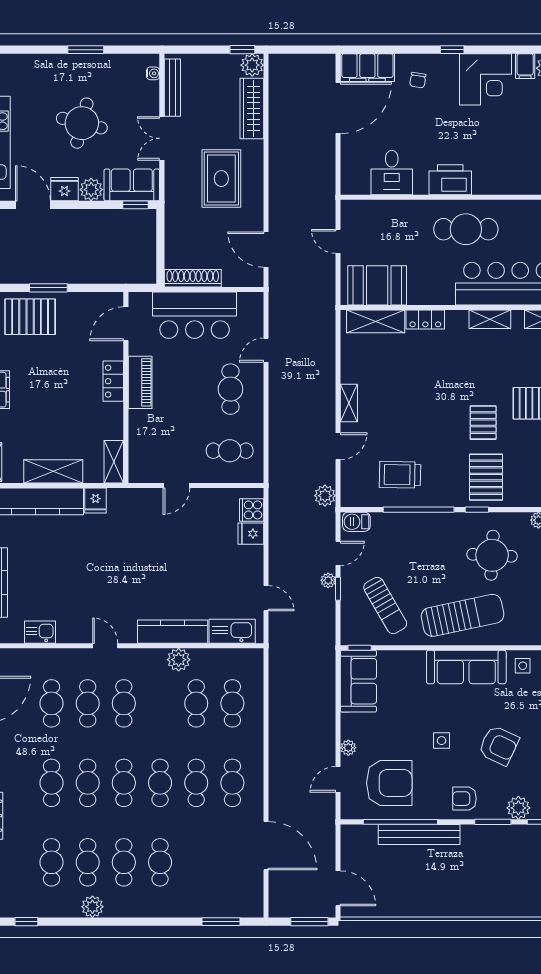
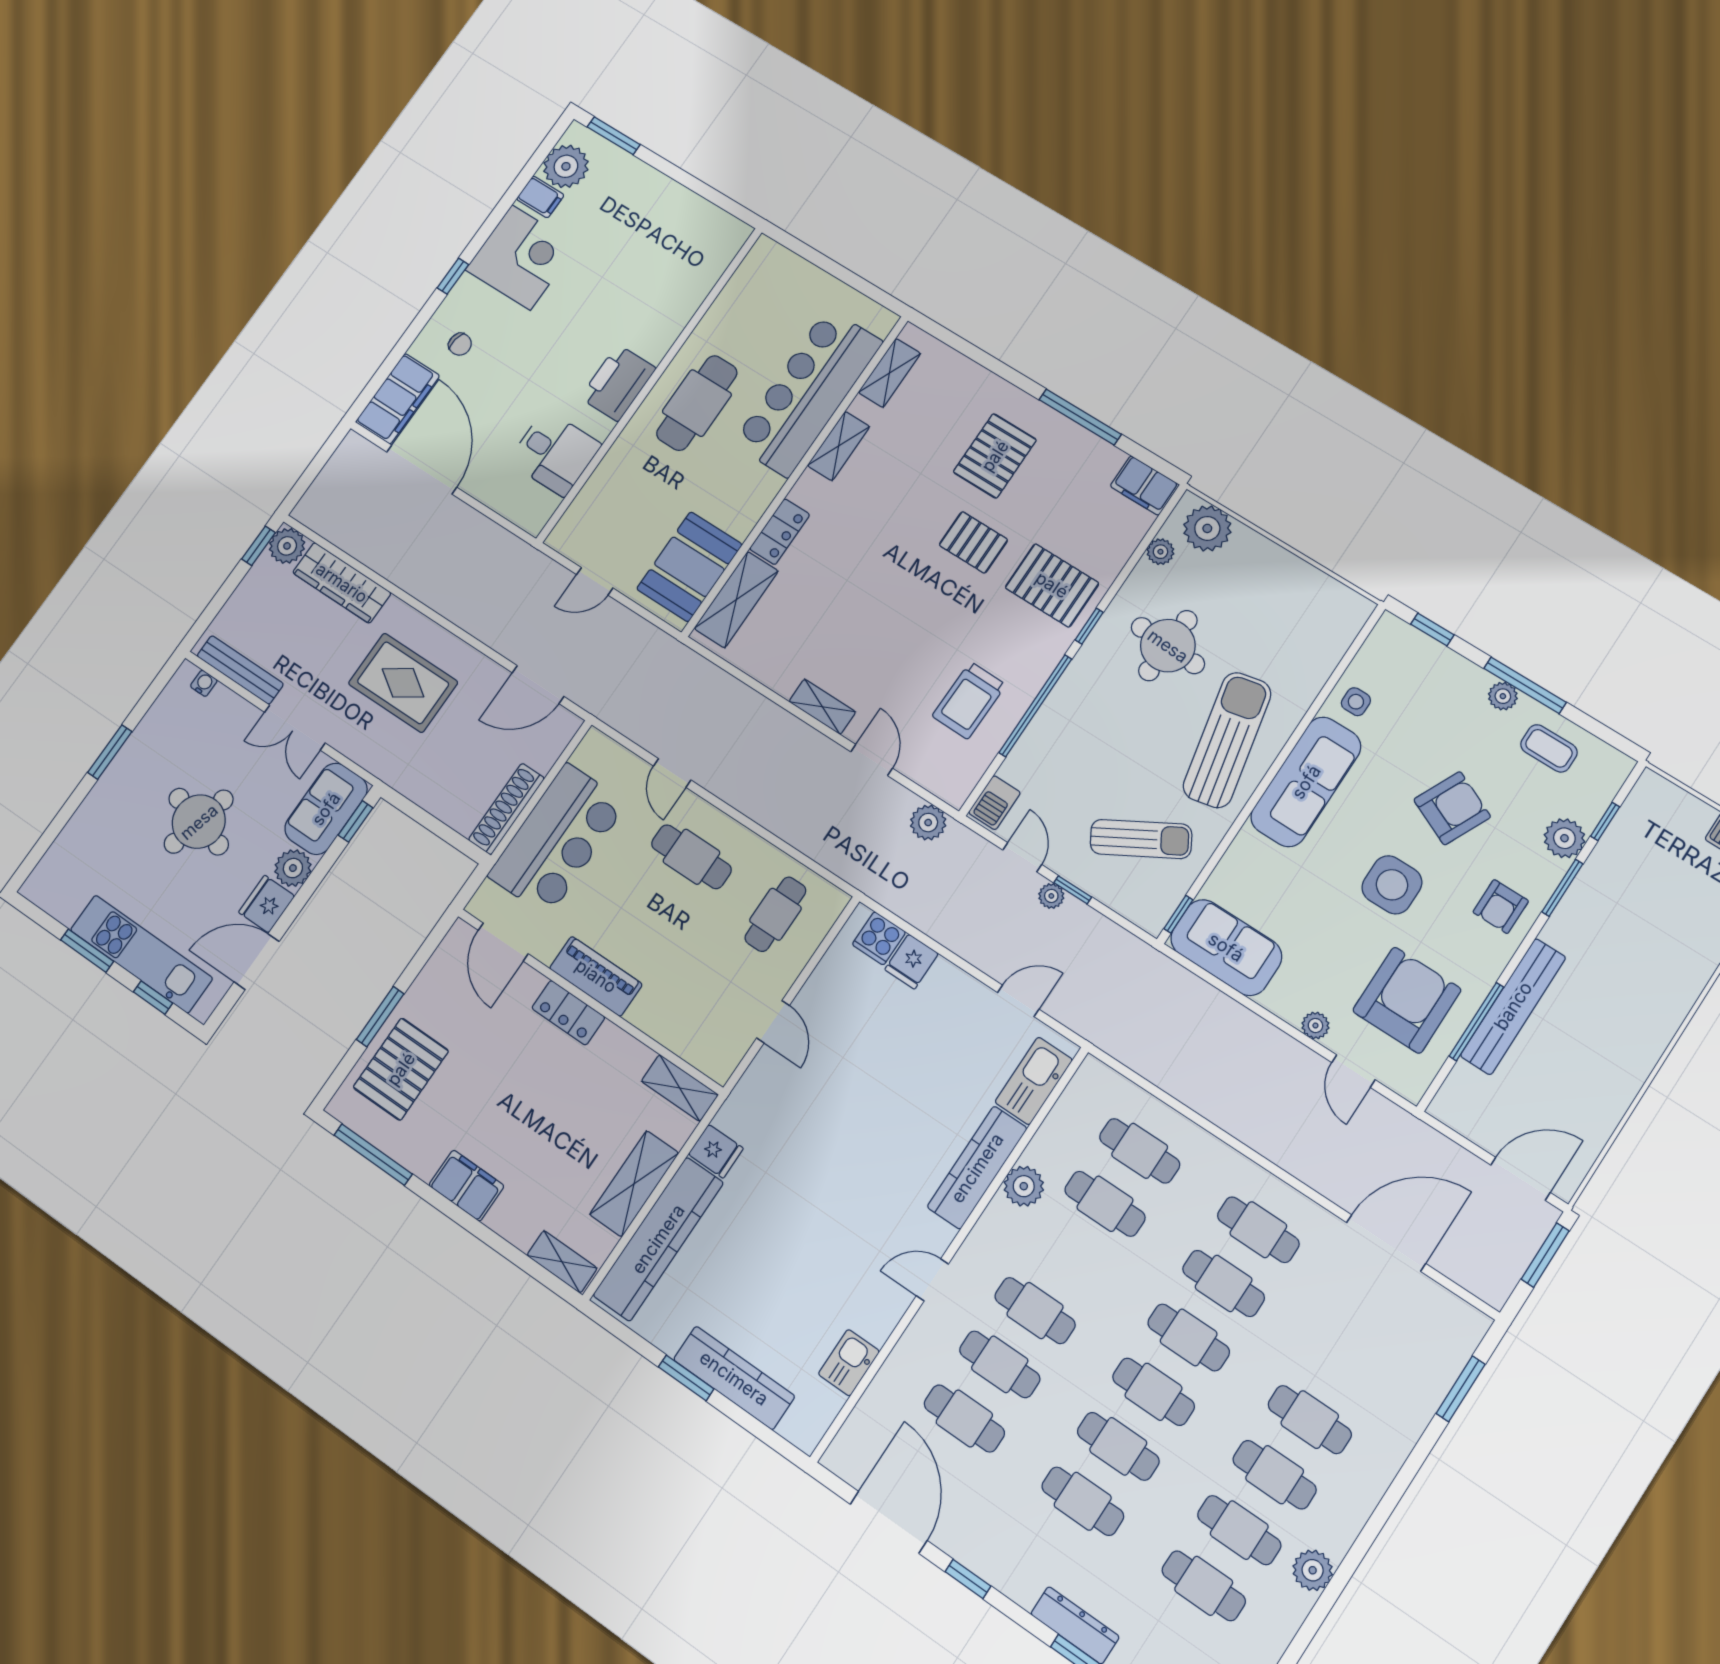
side table: (442, 741) -> (1392, 885), width x1.87, depth x1.87
window: (400, 822) -> (1476, 1022), width x0.68

